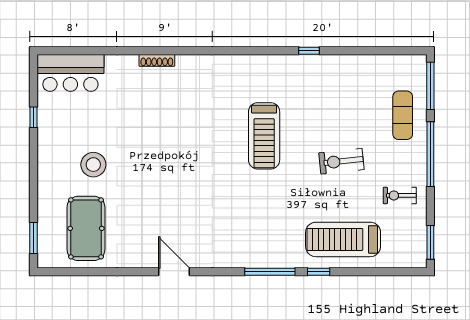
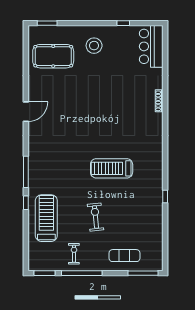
window: (430, 154) -> (82, 273), moved
stool: (93, 165) -> (94, 46), moved

